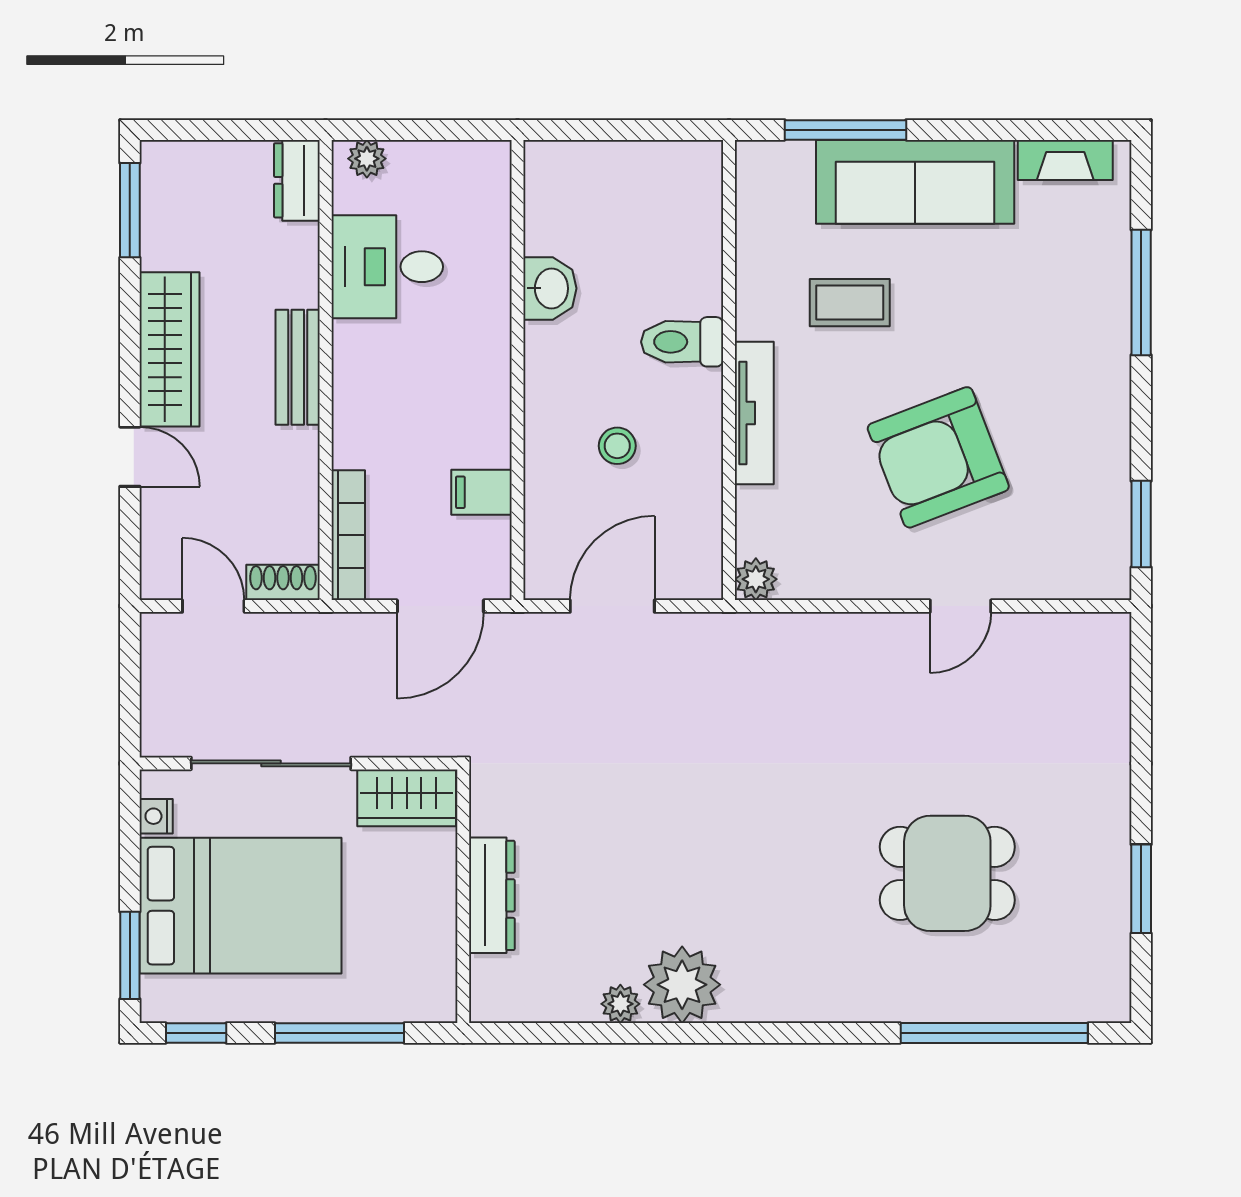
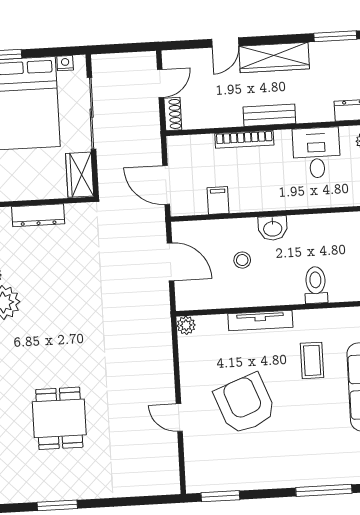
washbasin: (550, 288) -> (273, 228), moved
toilet: (682, 342) -> (316, 285), moved
bookcase: (348, 535) -> (244, 139), moved

